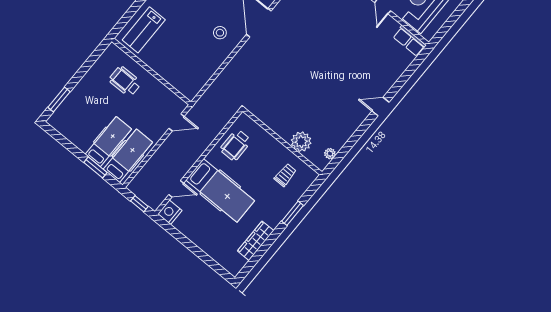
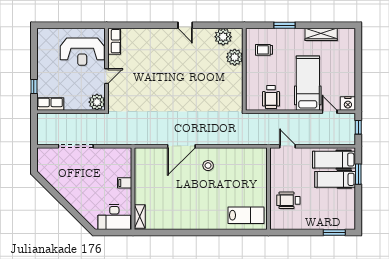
wheelchair: (125, 81) -> (288, 200), turned 90
door: (380, 107) -> (185, 25), moved
wheelchair: (236, 145) -> (271, 97), turned 90
plant: (330, 154) -> (223, 37), width x1.88, depth x1.88

